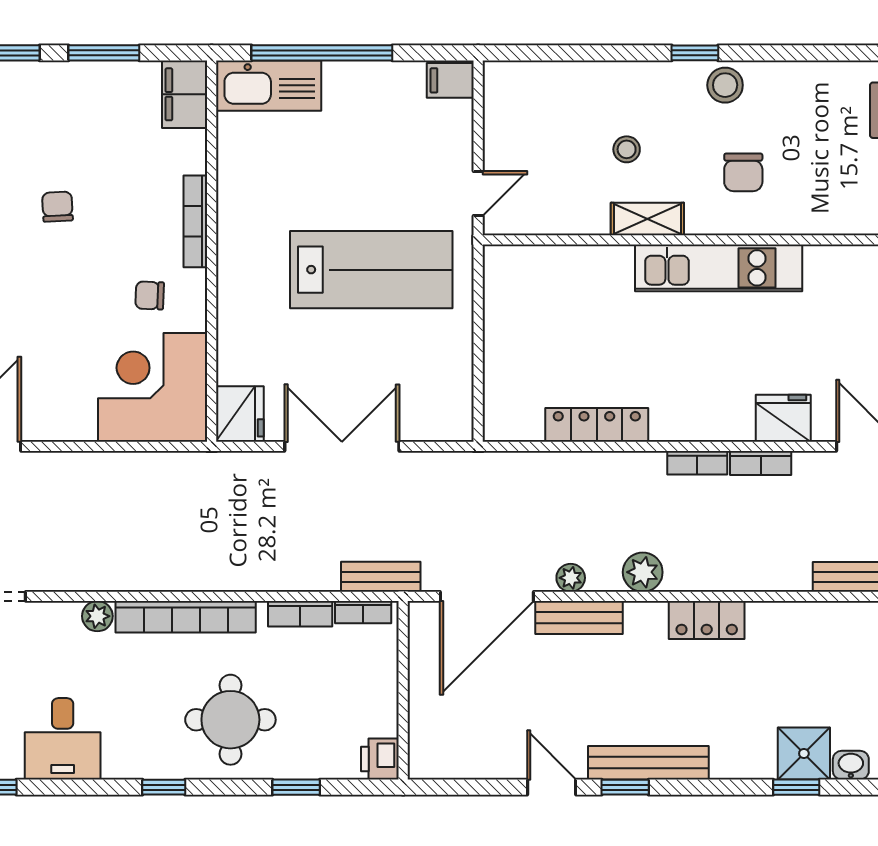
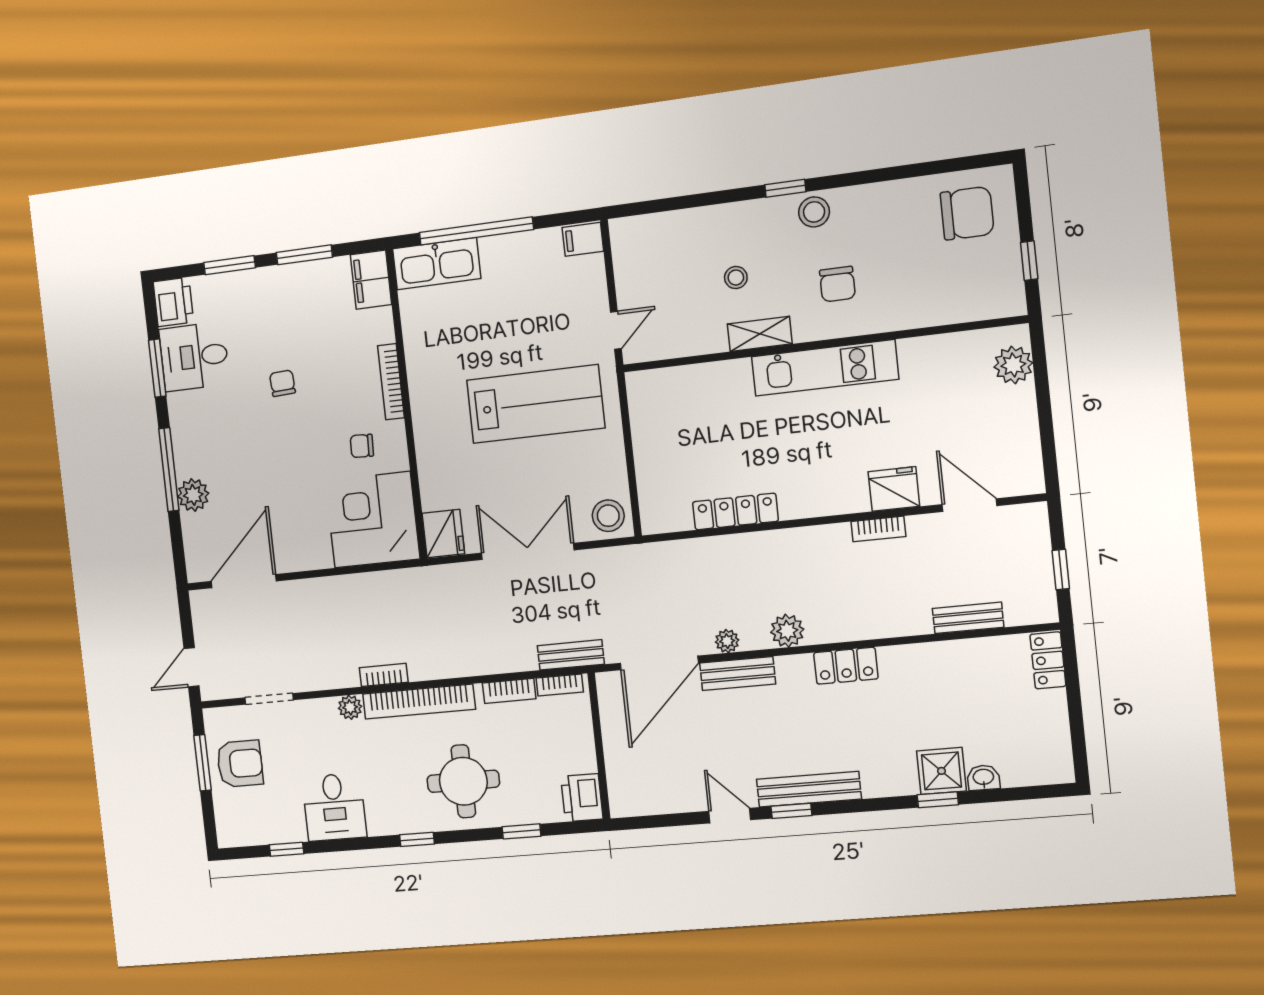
stool: (445, 414) -> (608, 516), added
bookcase: (697, 463) -> (384, 675), moved, turned 180
printer: (380, 759) -> (582, 798), width x1.36, depth x1.24

